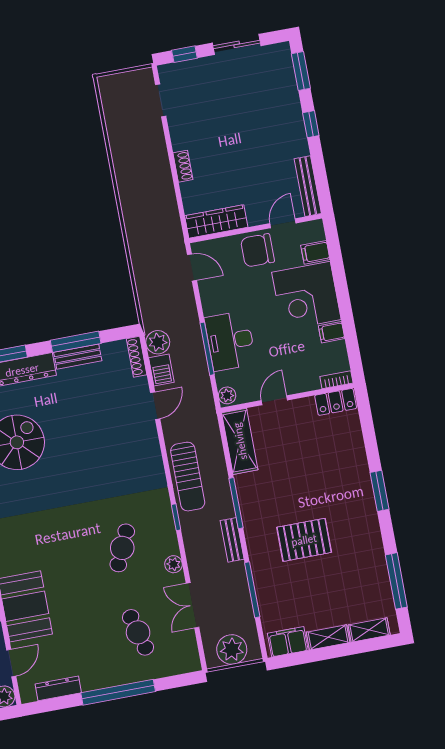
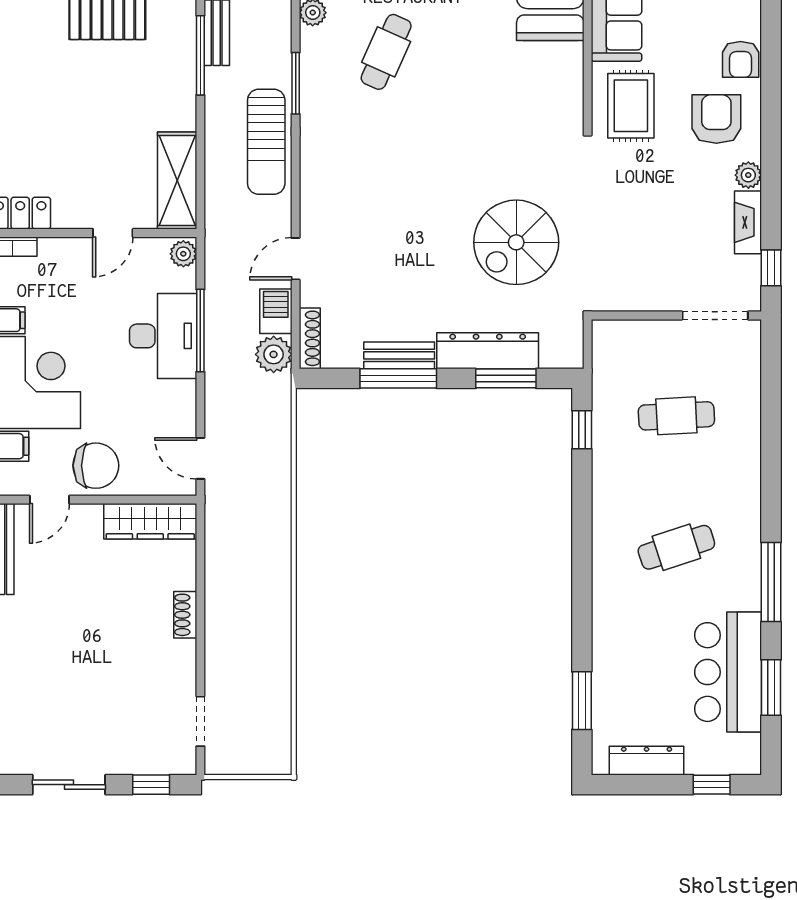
sun lounger: (188, 477) -> (266, 142), turned 180
window: (236, 503) -> (200, 55), moved
window: (176, 517) -> (296, 83), width x1.50

